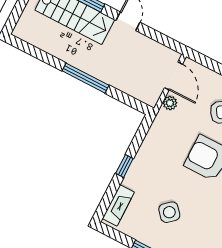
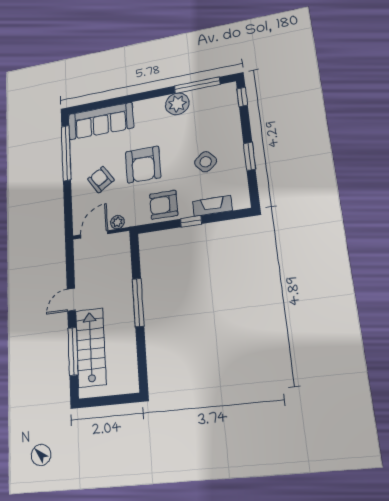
armchair: (156, 152) -> (164, 205), added
fireplace: (118, 205) -> (212, 206), moved

